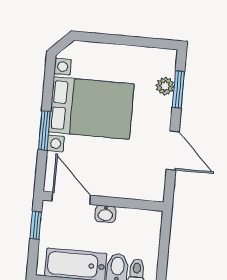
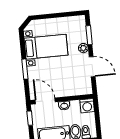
plant: (165, 86) -> (83, 48), moved
bed with nightstands: (91, 108) -> (46, 47), width x0.73
washing machine: (149, 223) -> (87, 106), added

